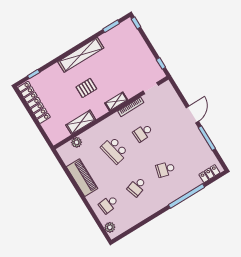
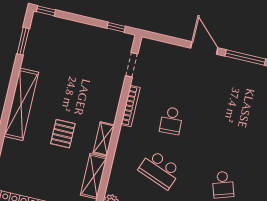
shelving: (116, 101) -> (104, 139), moved
school desk: (114, 150) -> (160, 170), turned 33
school desk: (165, 169) -> (235, 135), removed

